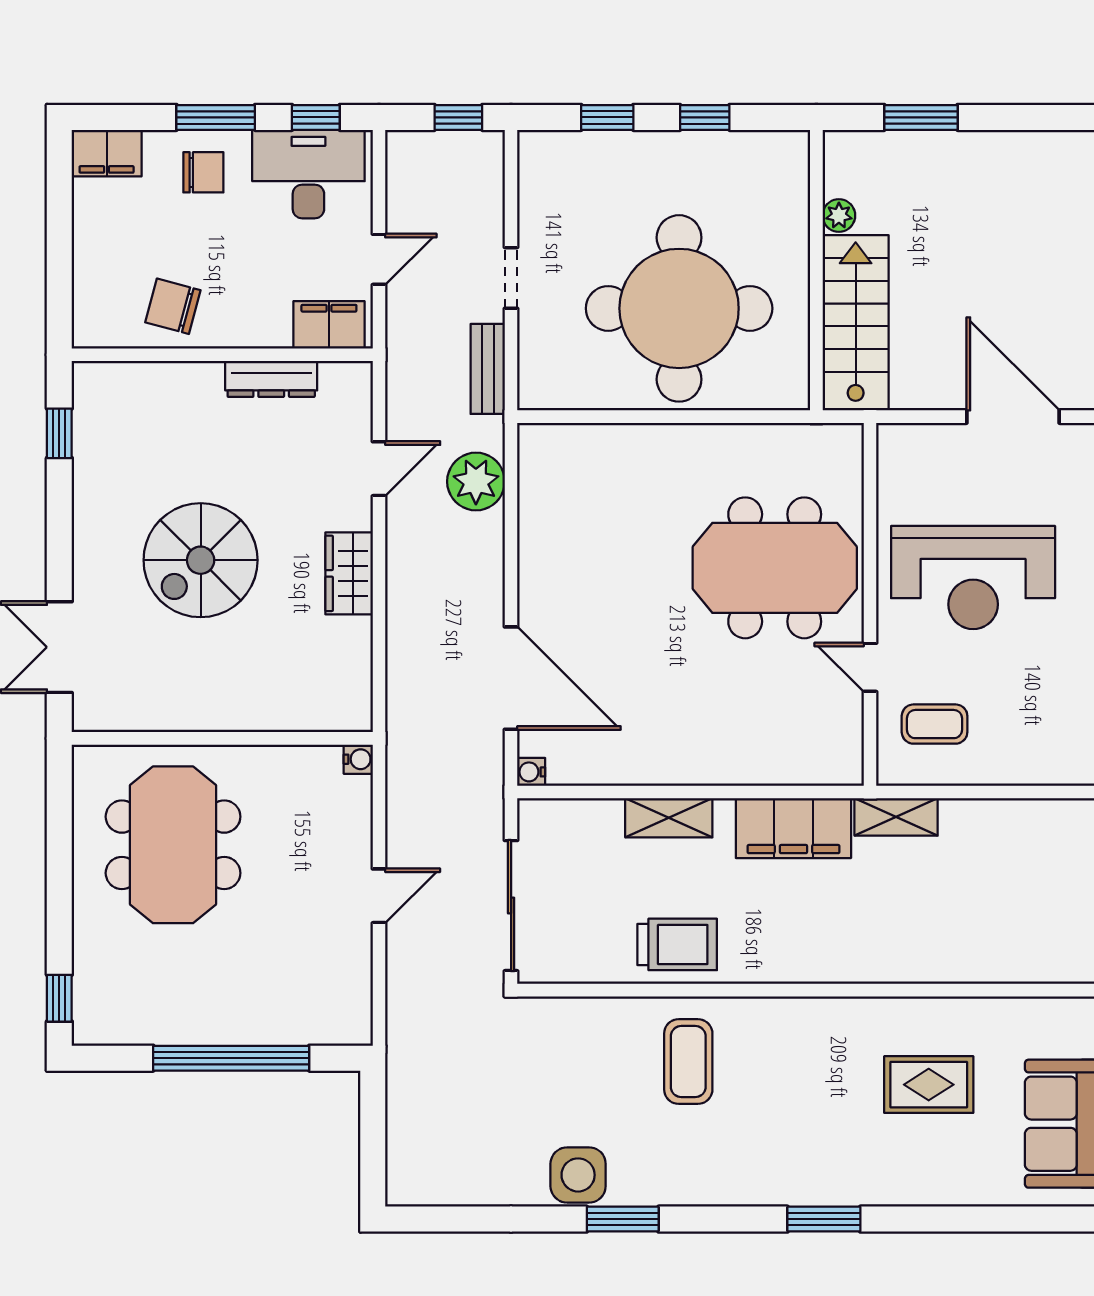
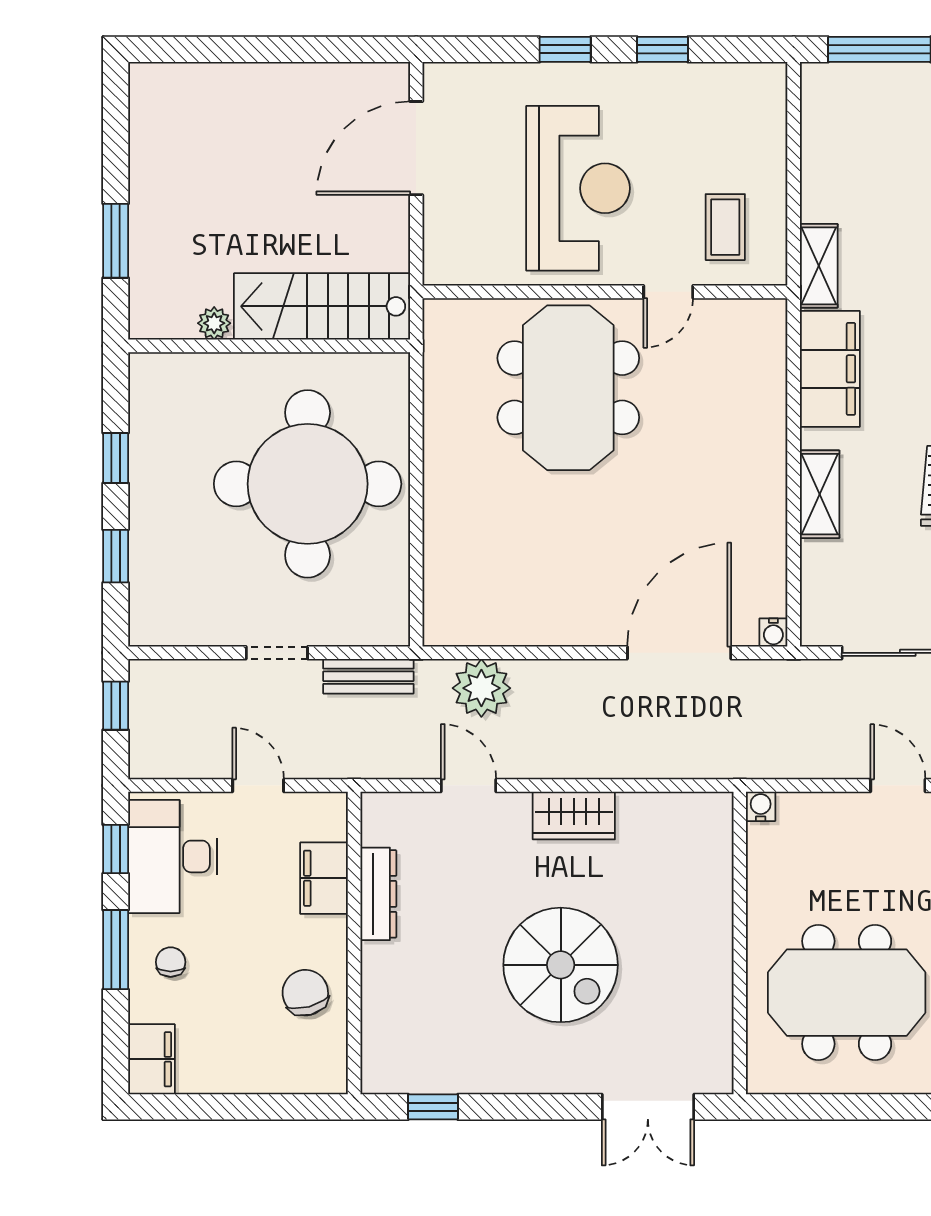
chair: (203, 172) -> (171, 962), width x0.73, depth x0.73
chair: (173, 306) -> (305, 993), turned 150
filing cabinet: (329, 325) -> (324, 878), moved

